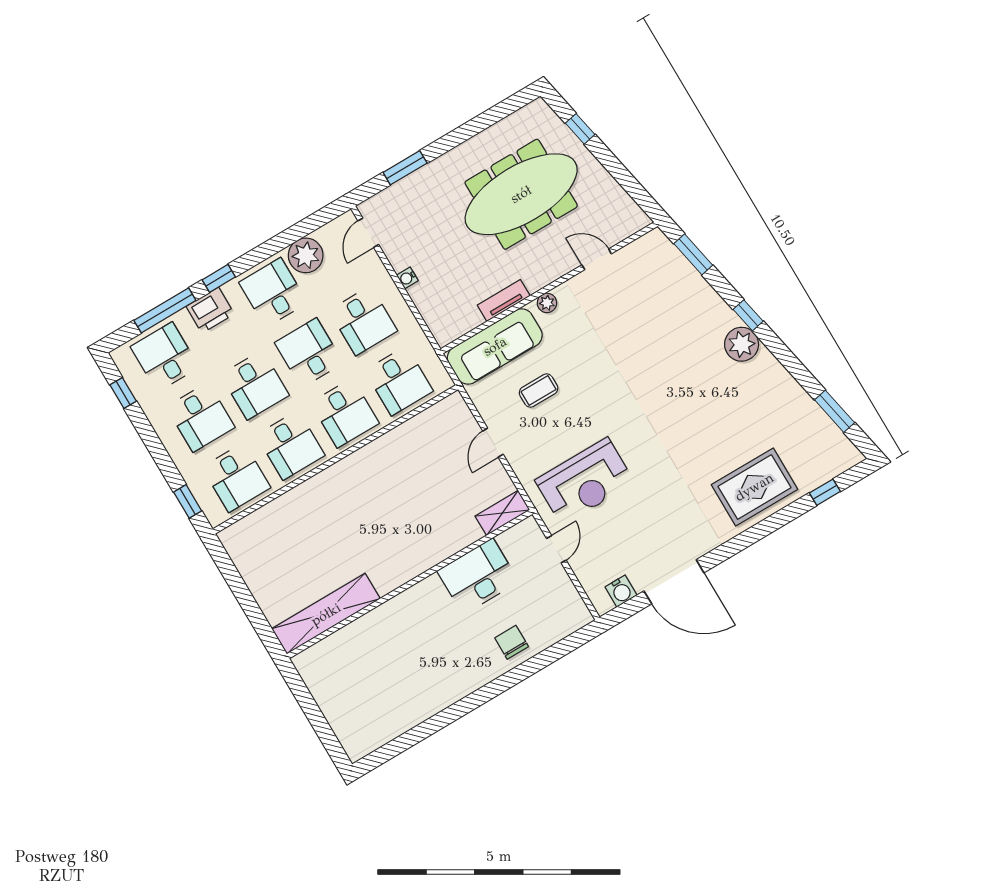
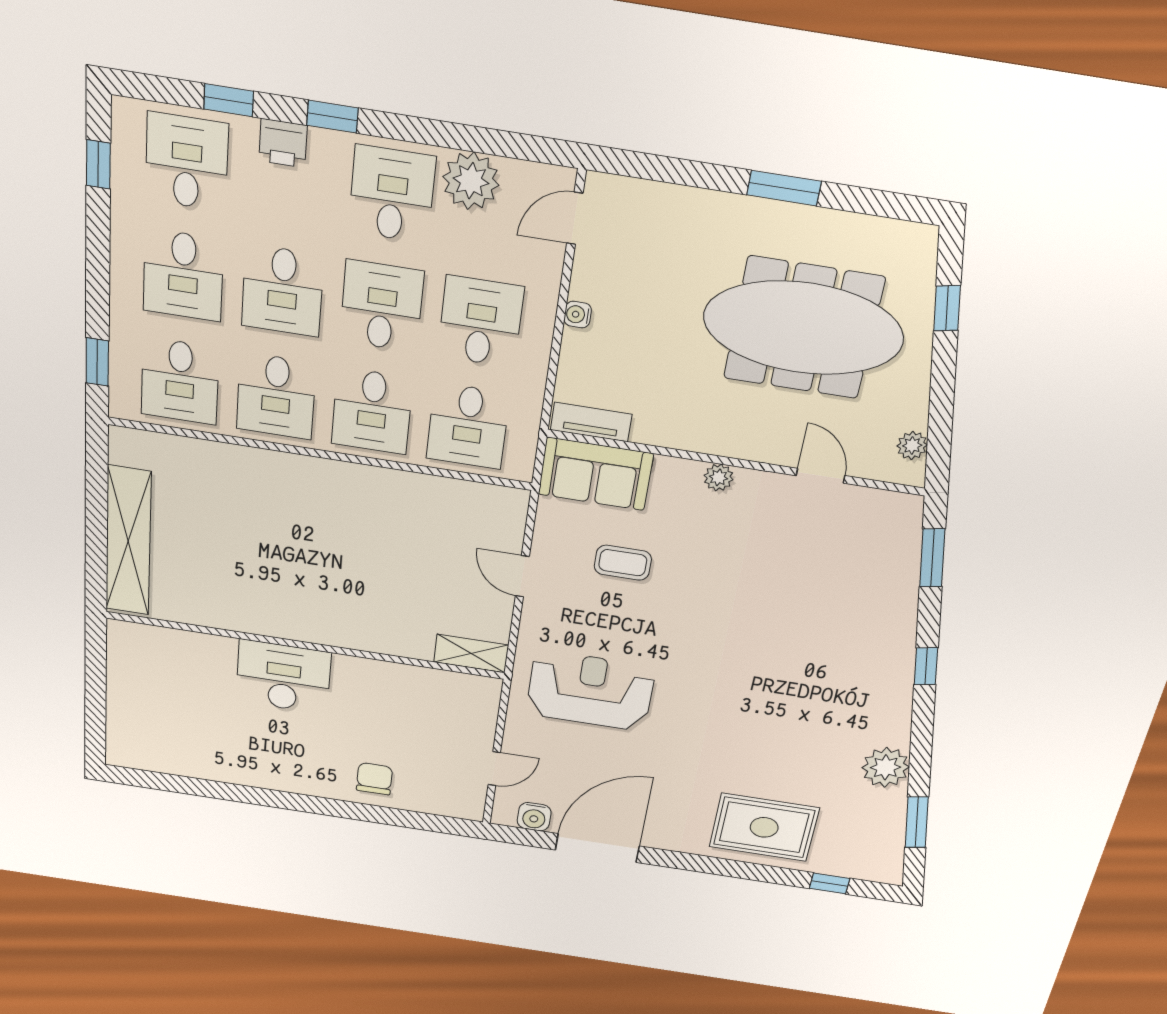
window: (405, 168) -> (784, 188), moved
plant: (627, 206) -> (912, 445), added
tv unit: (504, 300) -> (591, 422), moved
window: (165, 310) -> (229, 100), width x0.46
printer: (210, 310) -> (283, 143), width x0.73, depth x0.81
desk: (363, 321) -> (481, 322), turned 180
plant: (742, 344) -> (886, 767), moved
sofa: (495, 346) -> (596, 474), width x0.73
door: (493, 443) -> (522, 576), hinge flipped
reception desk: (585, 481) -> (590, 691), turned 180
door: (556, 549) -> (494, 769), moved
desk: (478, 576) -> (283, 677), moved
door: (674, 582) -> (597, 848), swing flipped
shelving: (326, 614) -> (128, 541), moved, turned 90

